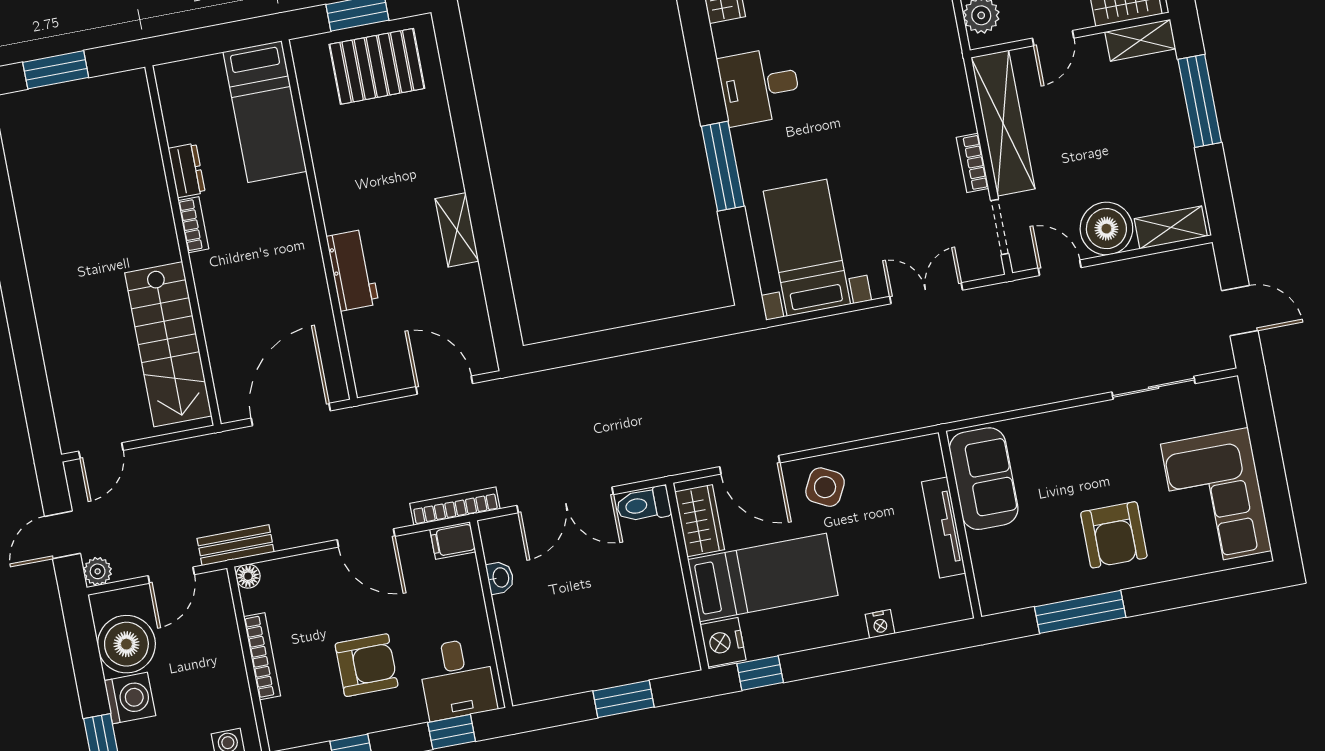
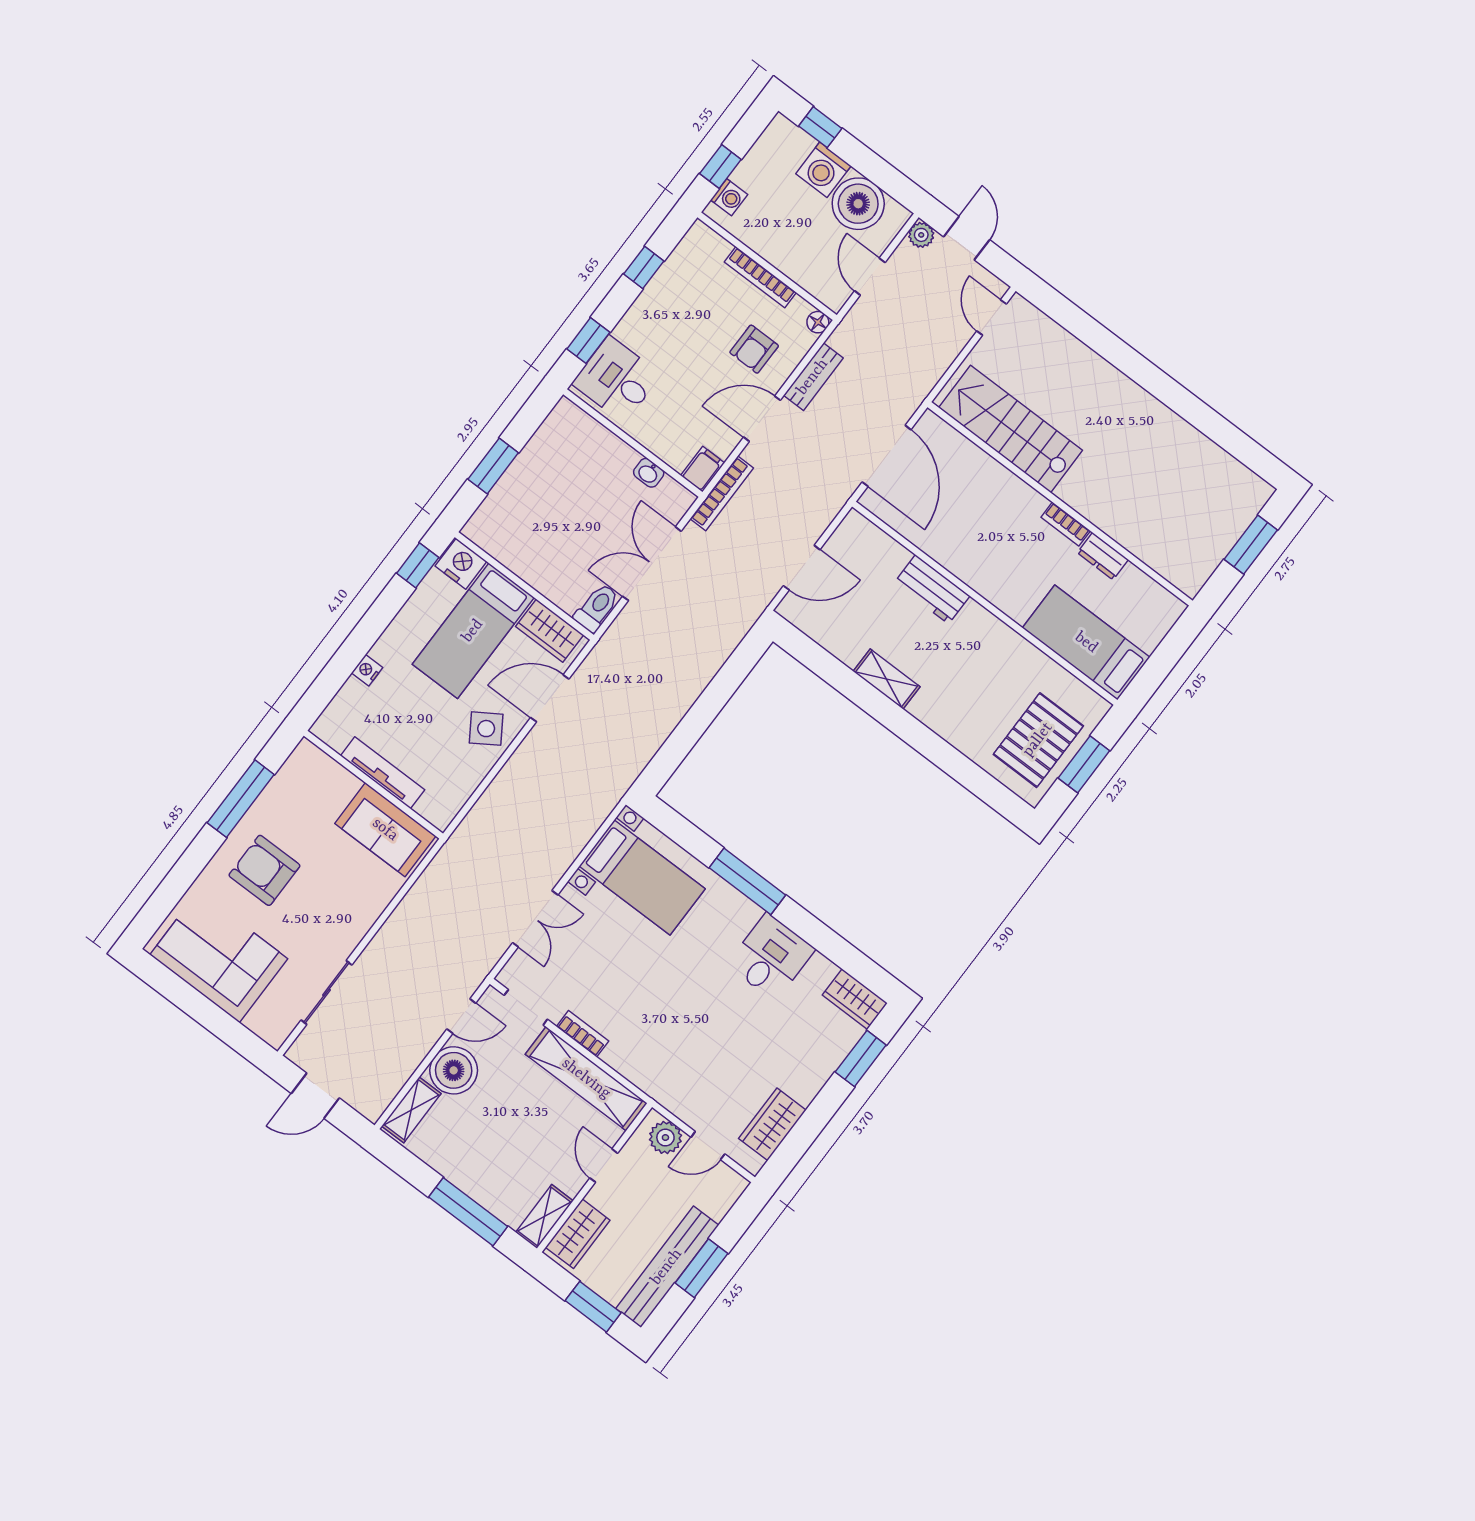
side table: (825, 487) -> (486, 729), turned 30
bench: (236, 545) -> (813, 377), moved
armchair: (367, 665) -> (754, 349), moved, width x0.72, depth x0.72

